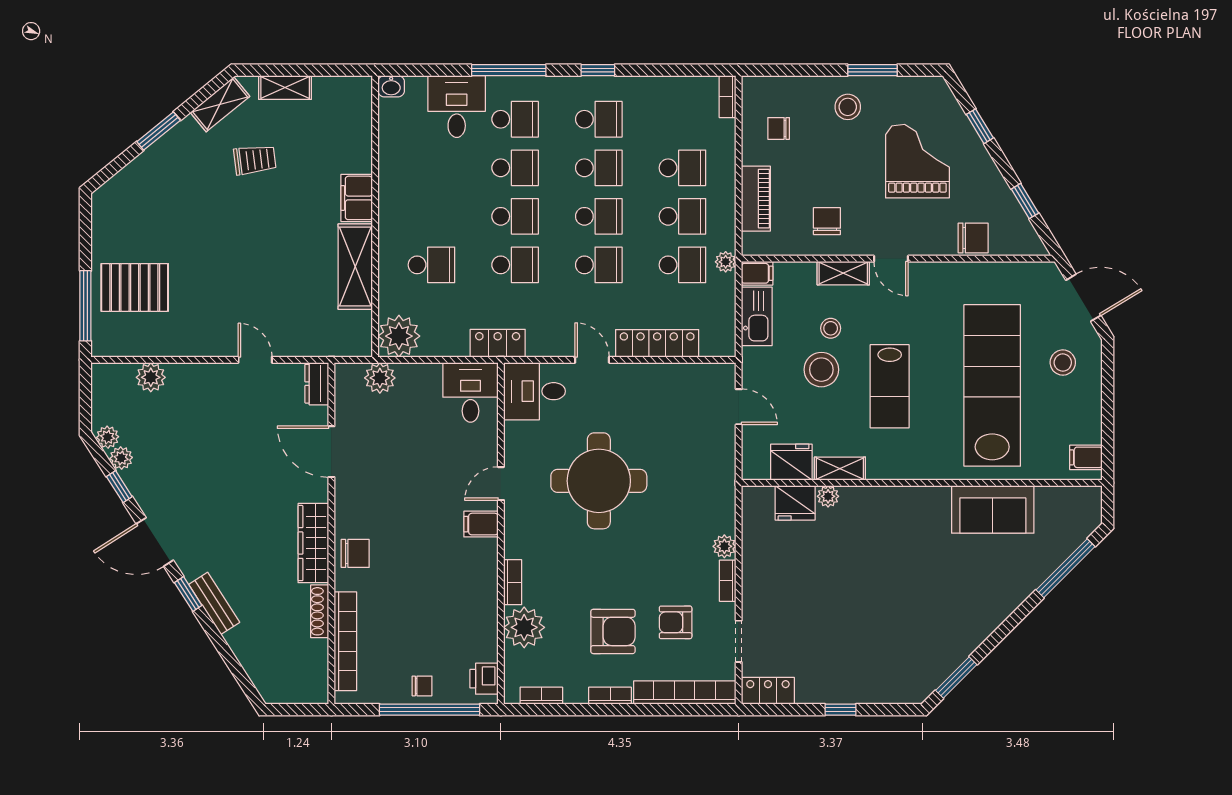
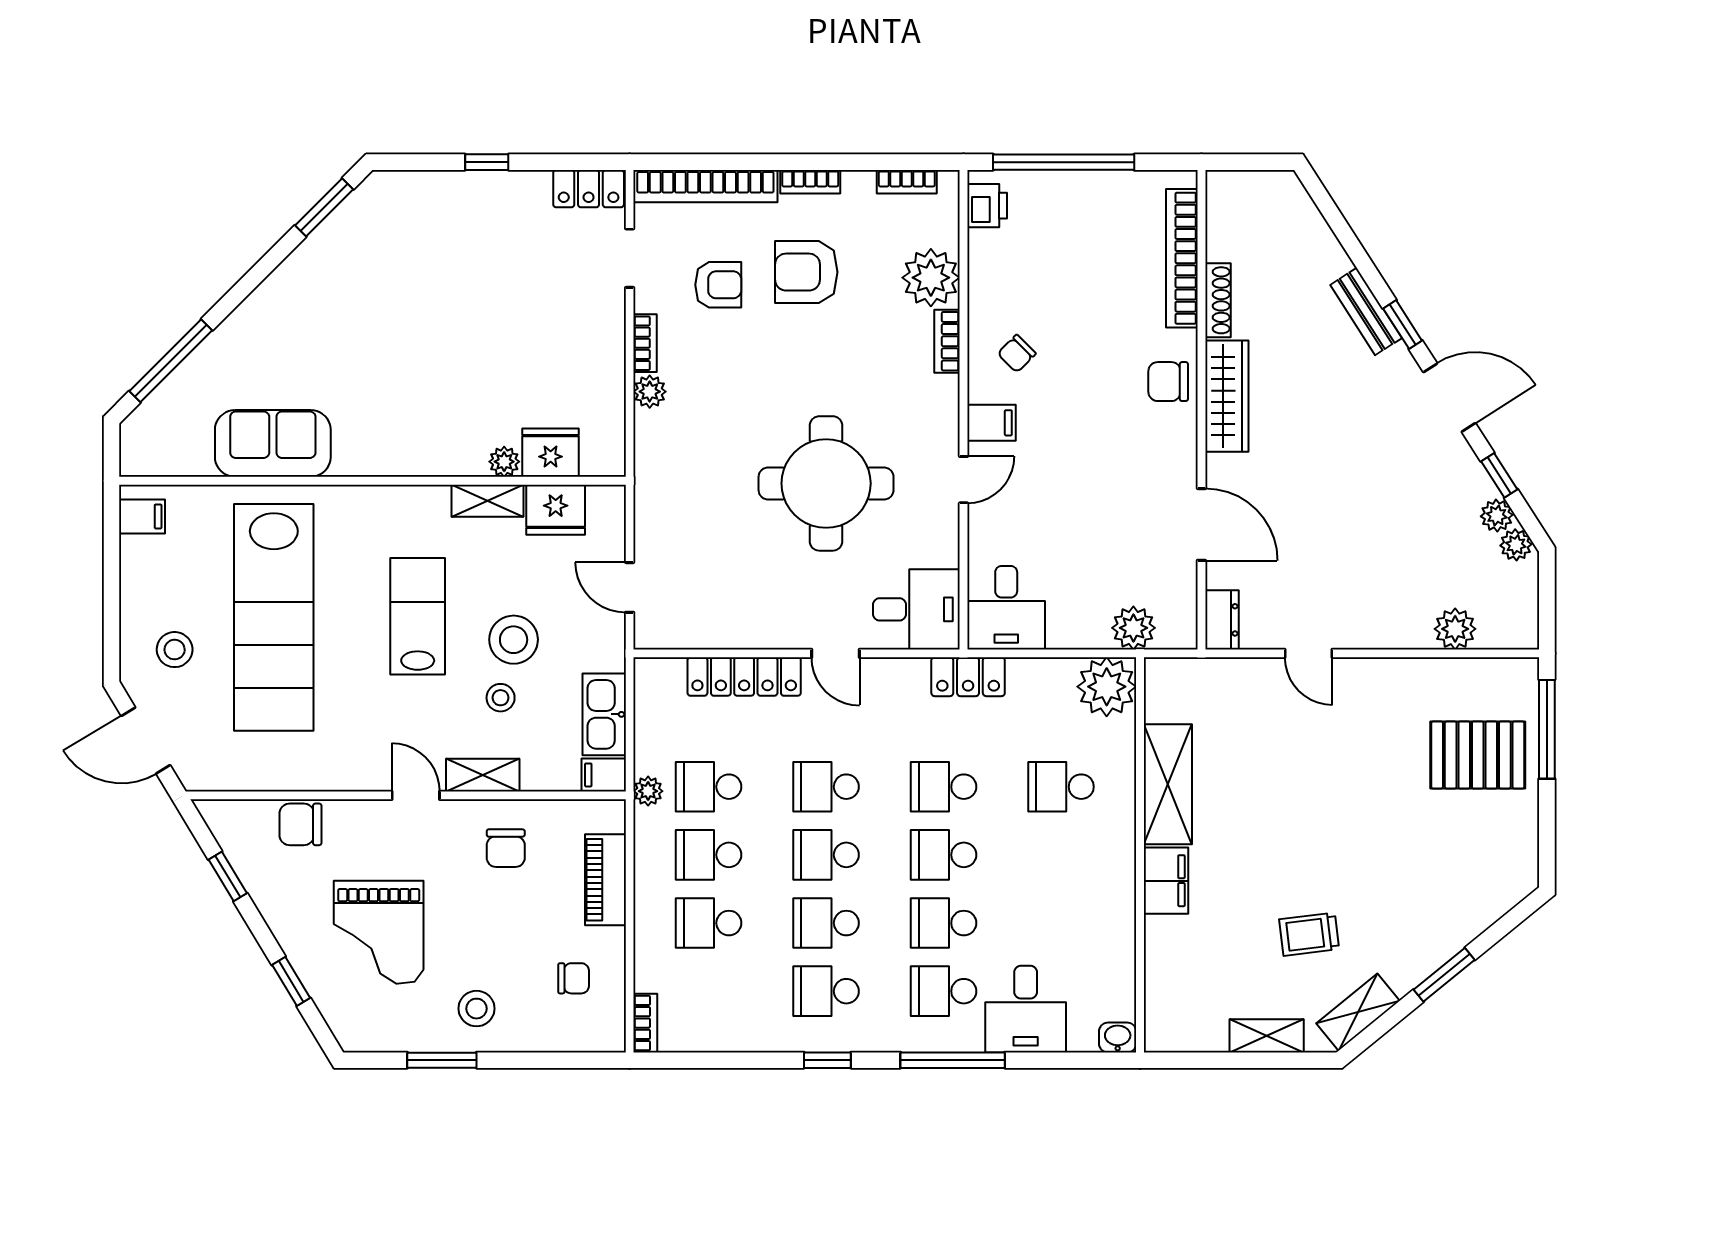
chair: (422, 686) -> (1017, 354), moved, turned -45

